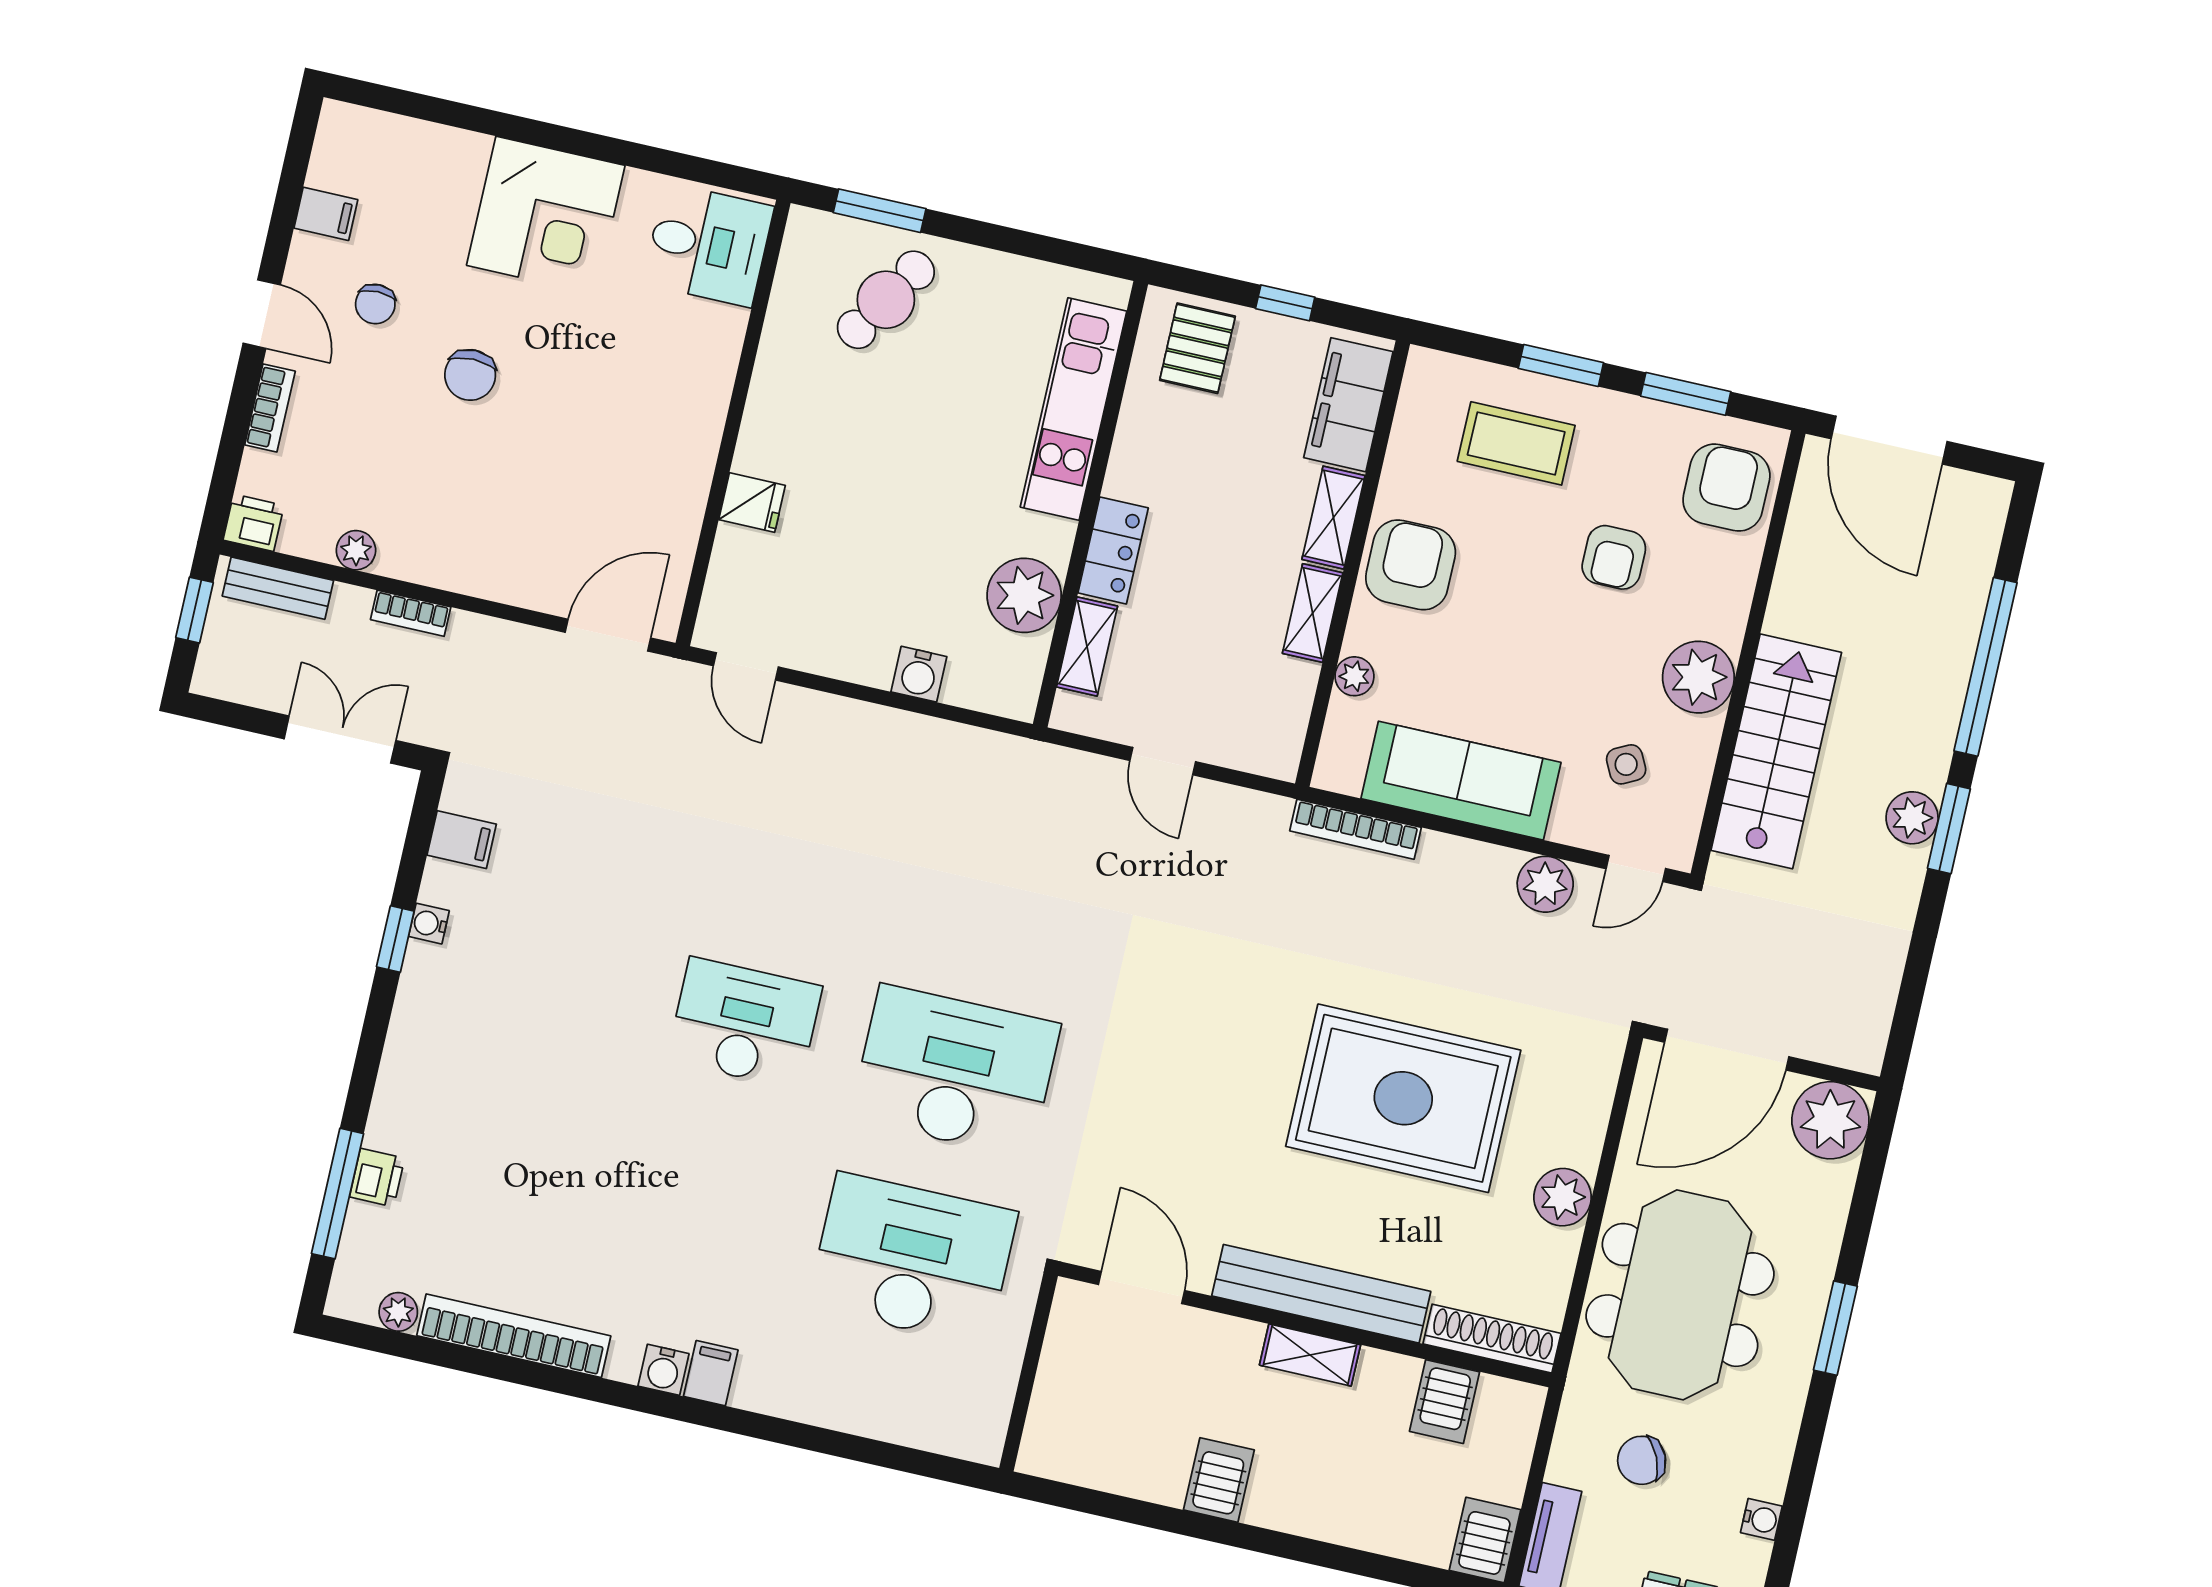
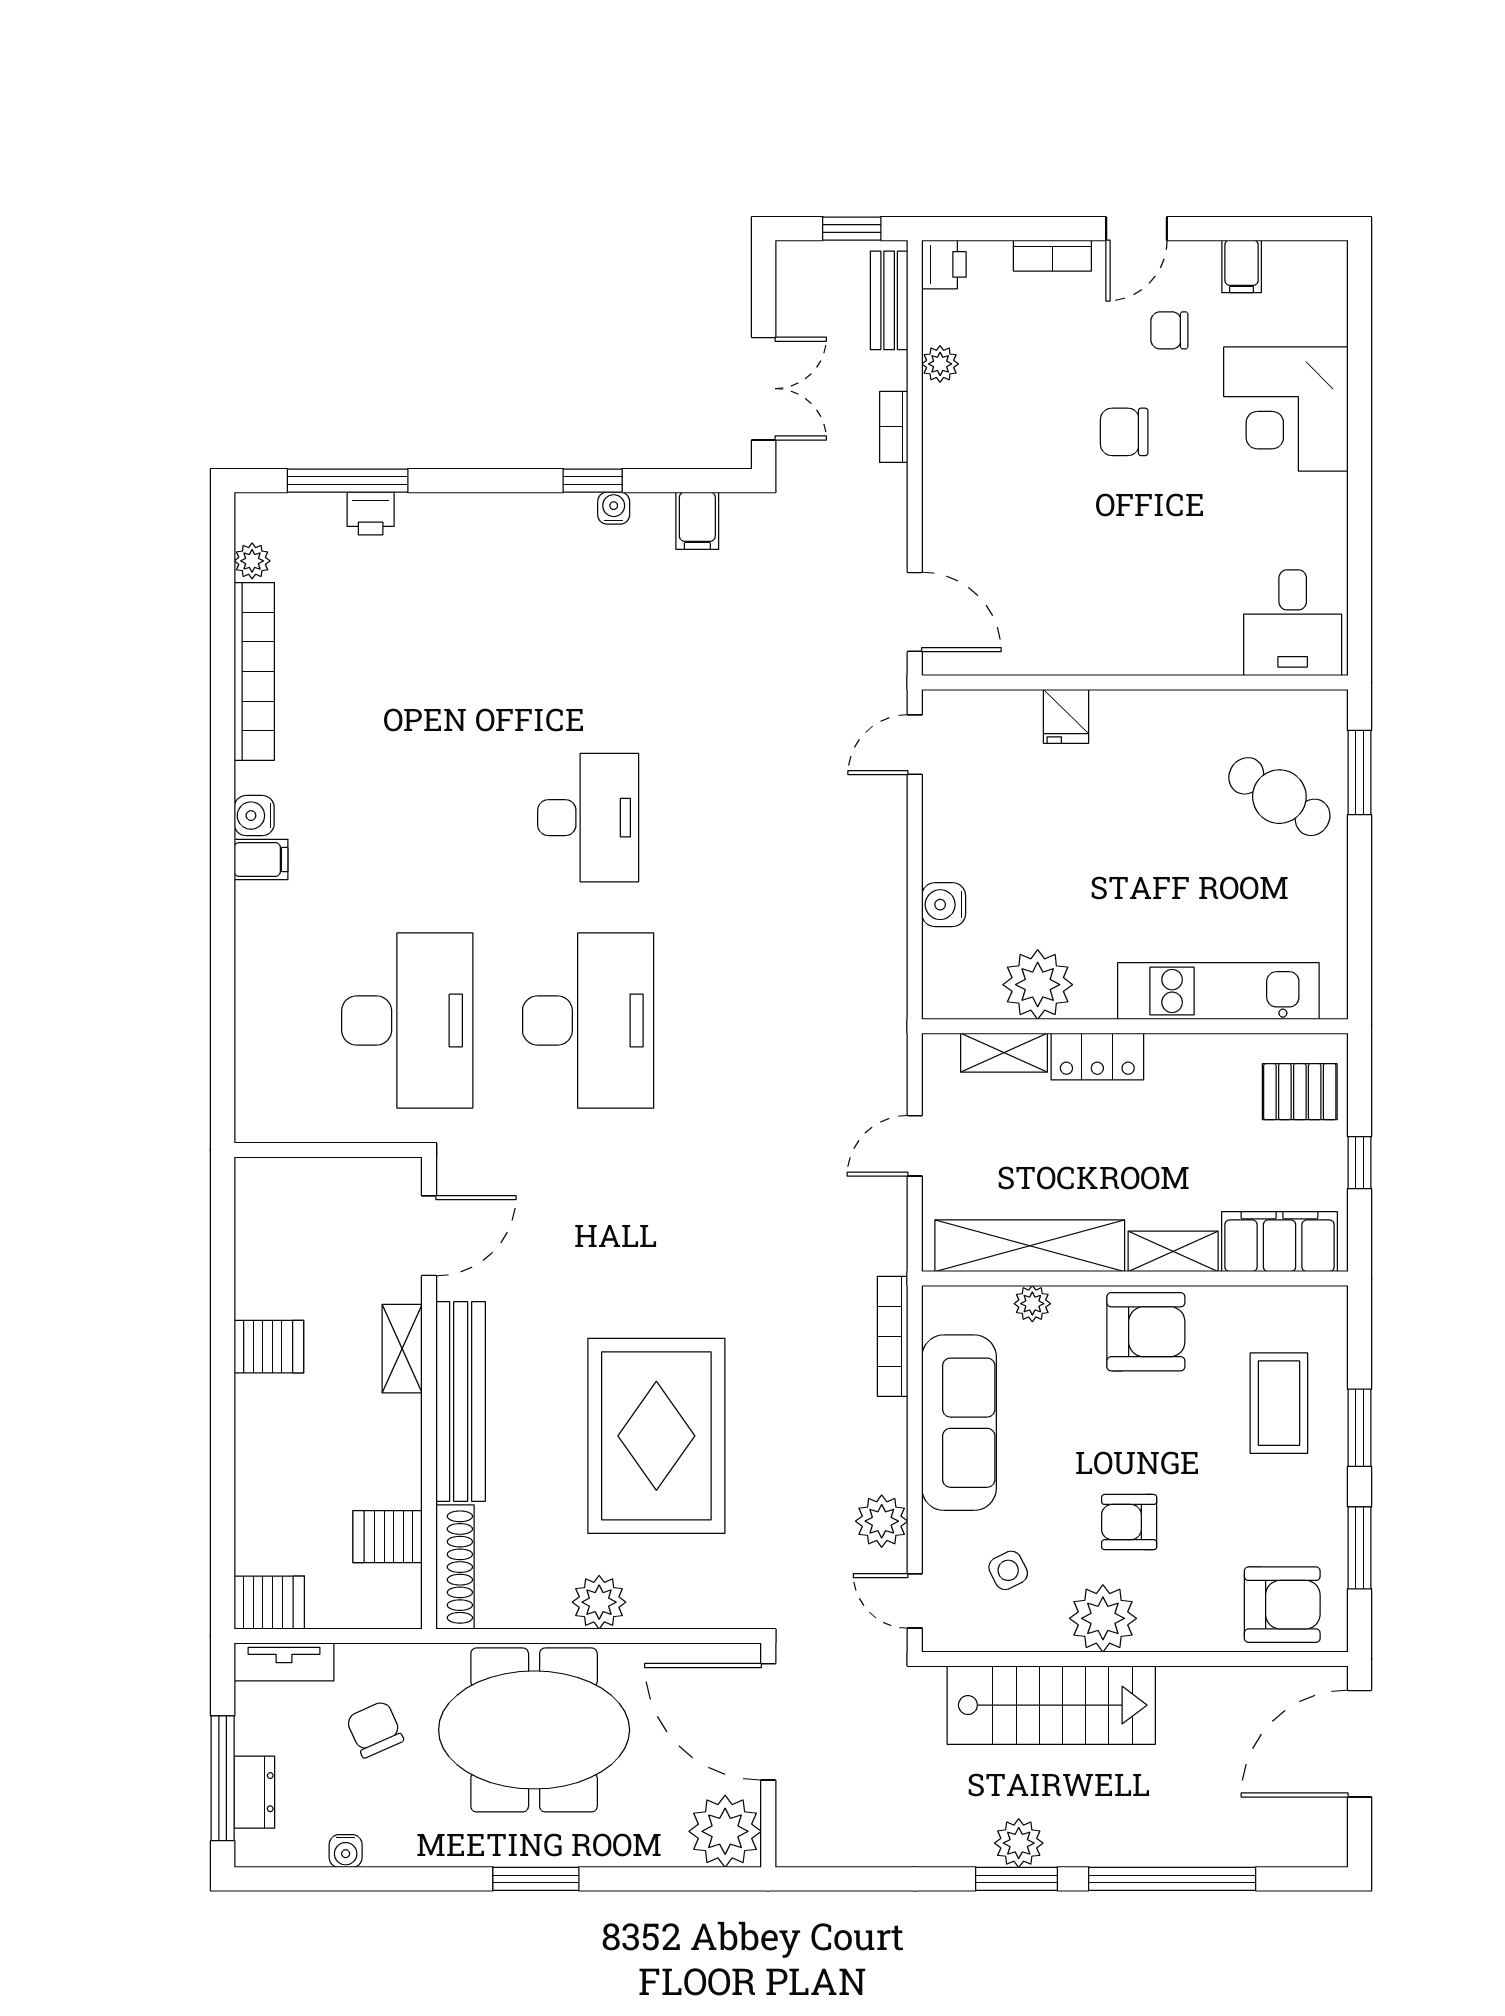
corner desk: (546, 215) -> (1286, 409), moved
armchair: (1614, 557) -> (1129, 1522), moved
shelving: (1313, 613) -> (1030, 1246), width x2.20, depth x1.33
shelving: (1310, 1355) -> (402, 1349), moved

